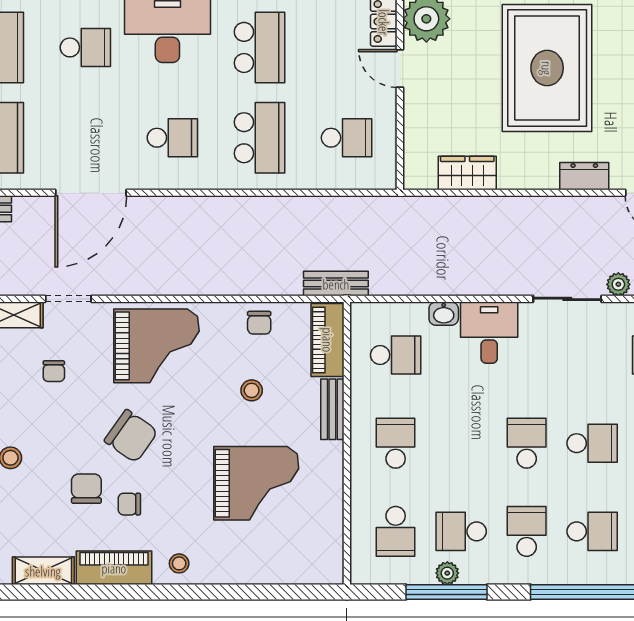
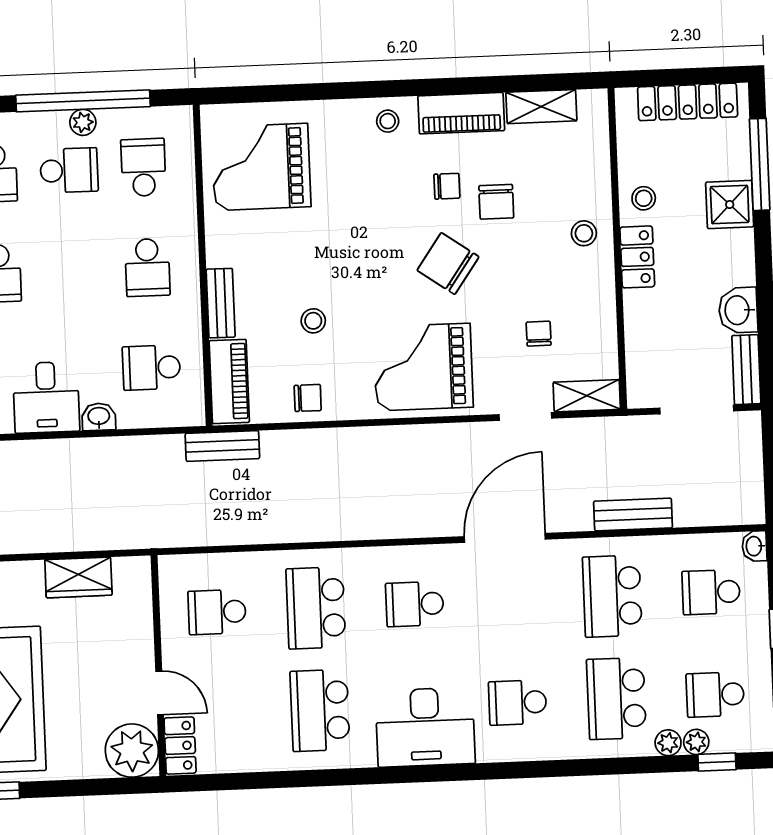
chair: (259, 323) -> (308, 398), turned 90
grand piano: (256, 483) -> (261, 167), moved
window: (446, 592) -> (83, 101), width x1.46

